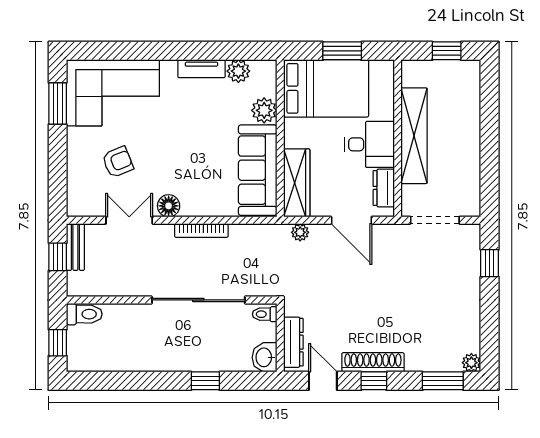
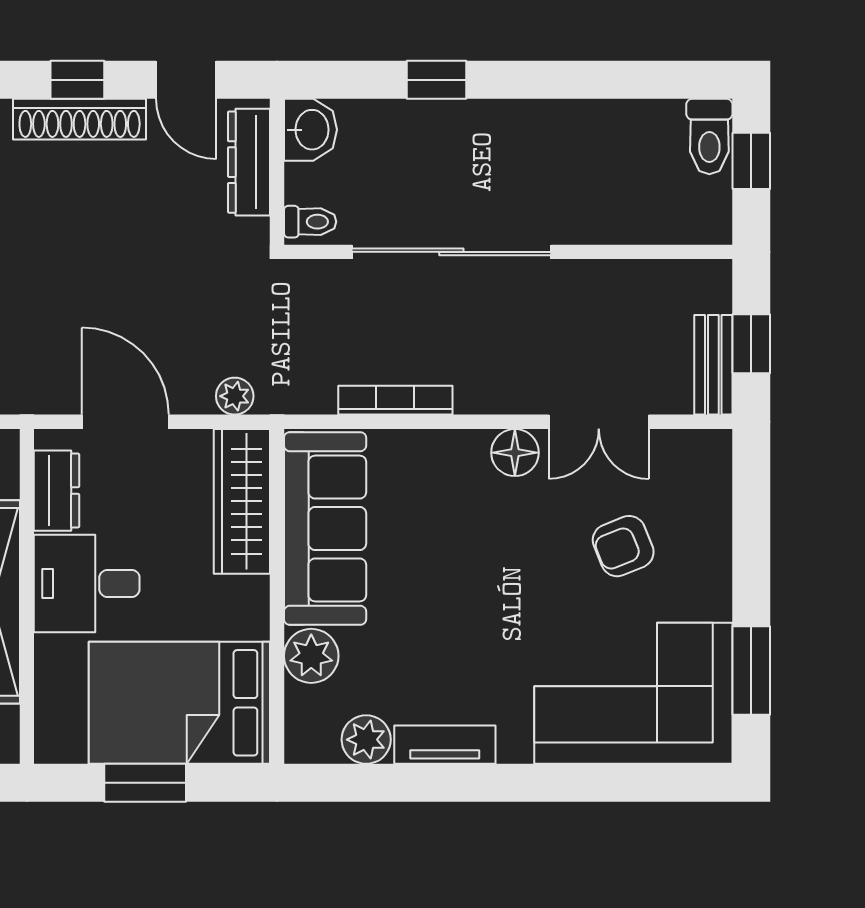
bookcase: (201, 230) -> (395, 400), moved
toilet: (84, 314) -> (709, 136), moved, turned -90

